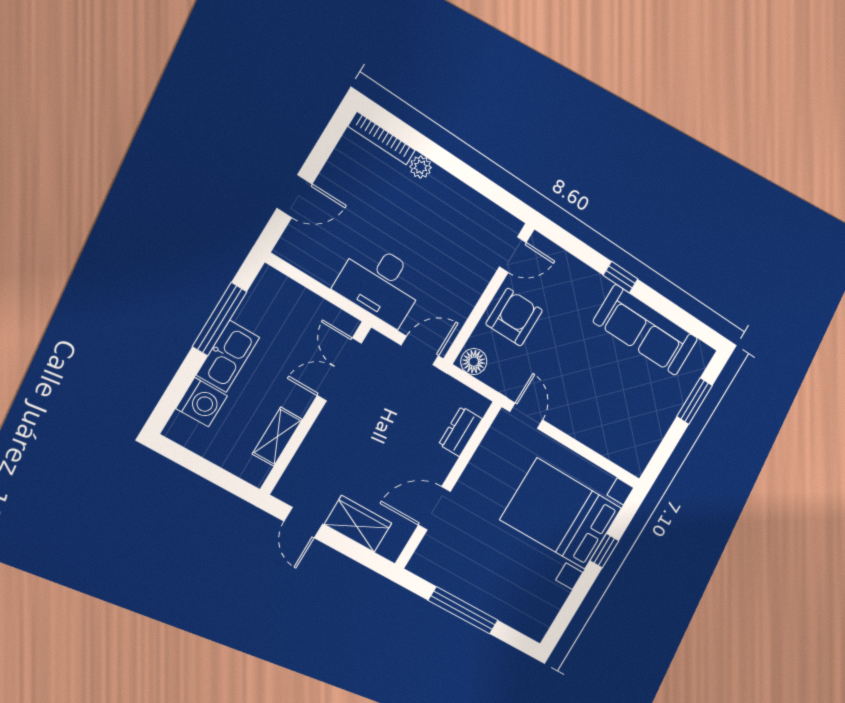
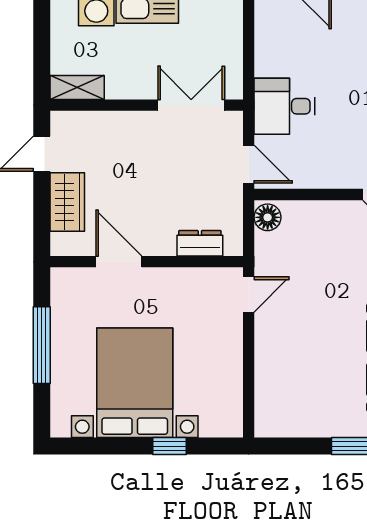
desk: (380, 284) -> (284, 106), width x0.73
armchair: (514, 317) -> (328, 229), removed
shelving: (277, 437) -> (77, 87), moved
bed with nightstands: (561, 514) -> (135, 383), moved

